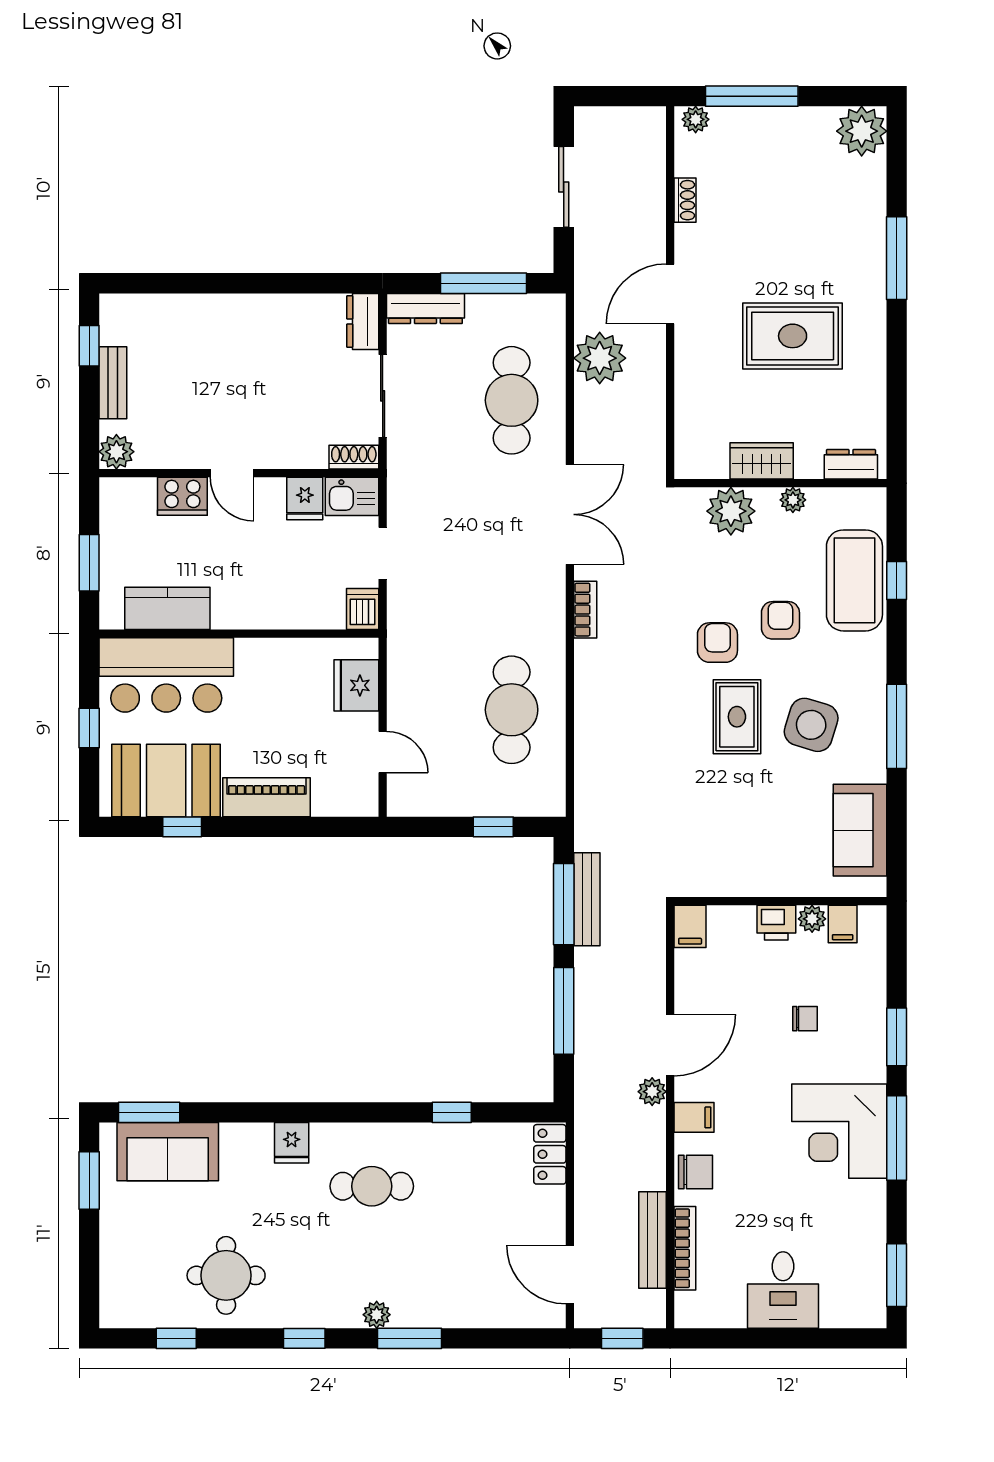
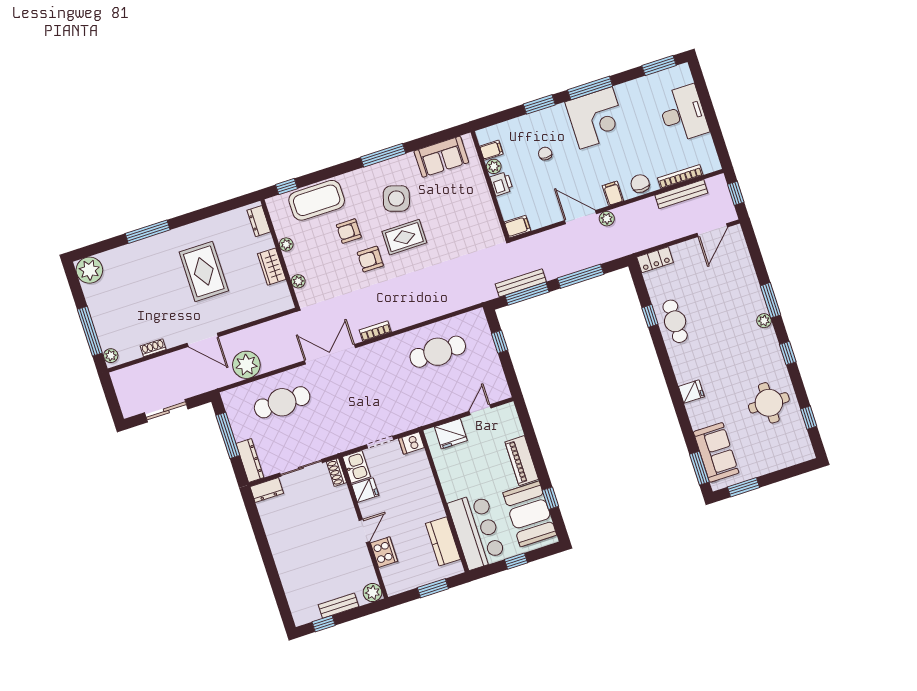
plant: (731, 511) -> (298, 281), width x0.53, depth x0.53
window: (897, 580) -> (287, 187), moved
cafe table: (372, 1186) -> (675, 321), moved
desk: (783, 1290) -> (683, 114), width x1.37

